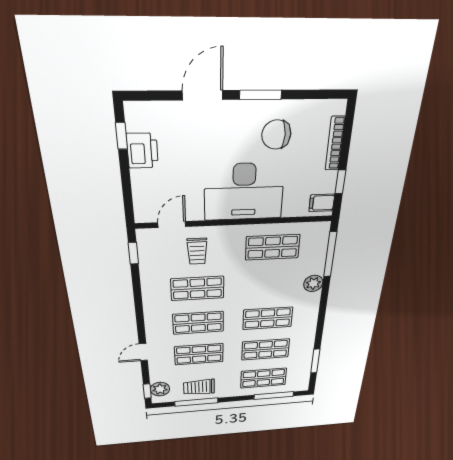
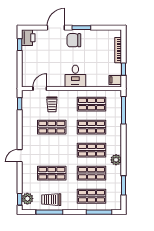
chair: (276, 135) -> (74, 40), moved
printer: (142, 151) -> (28, 38), moved
desk: (244, 192) -> (75, 76), width x0.53, depth x0.77
plant: (313, 283) -> (116, 160), moved
shop shelf: (198, 323) -> (92, 127), moved
door: (143, 352) -> (20, 156), moved

